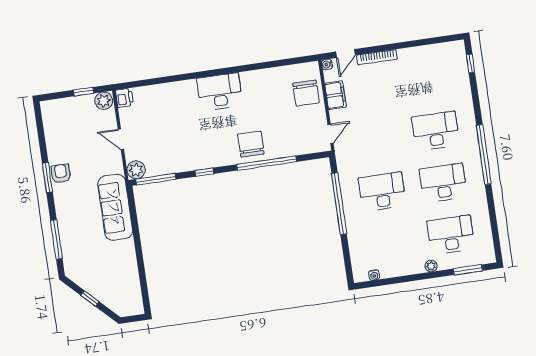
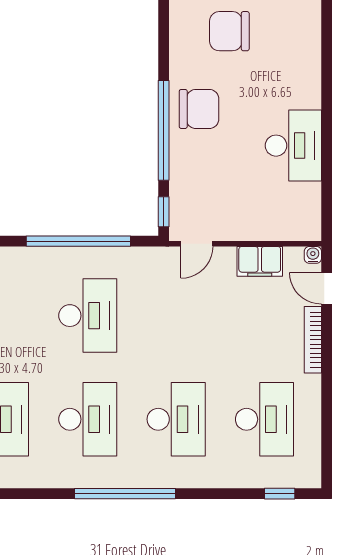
desk: (428, 79) -> (264, 419), added
desk: (220, 92) -> (293, 146), moved
chair: (306, 93) -> (229, 31), moved
door: (330, 134) -> (197, 244), hinge flipped
window: (204, 172) -> (164, 212), moved

